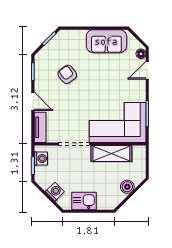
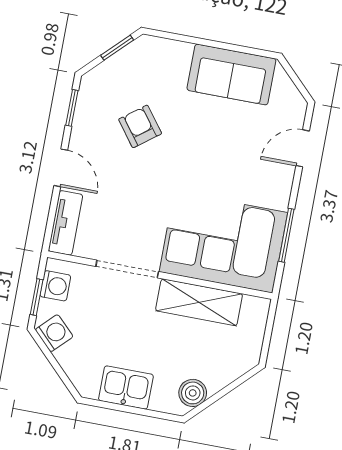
floor lamp: (141, 54) -> (296, 113), removed
boiler: (127, 187) -> (193, 393), moved
washing machine: (55, 192) -> (54, 333), moved

